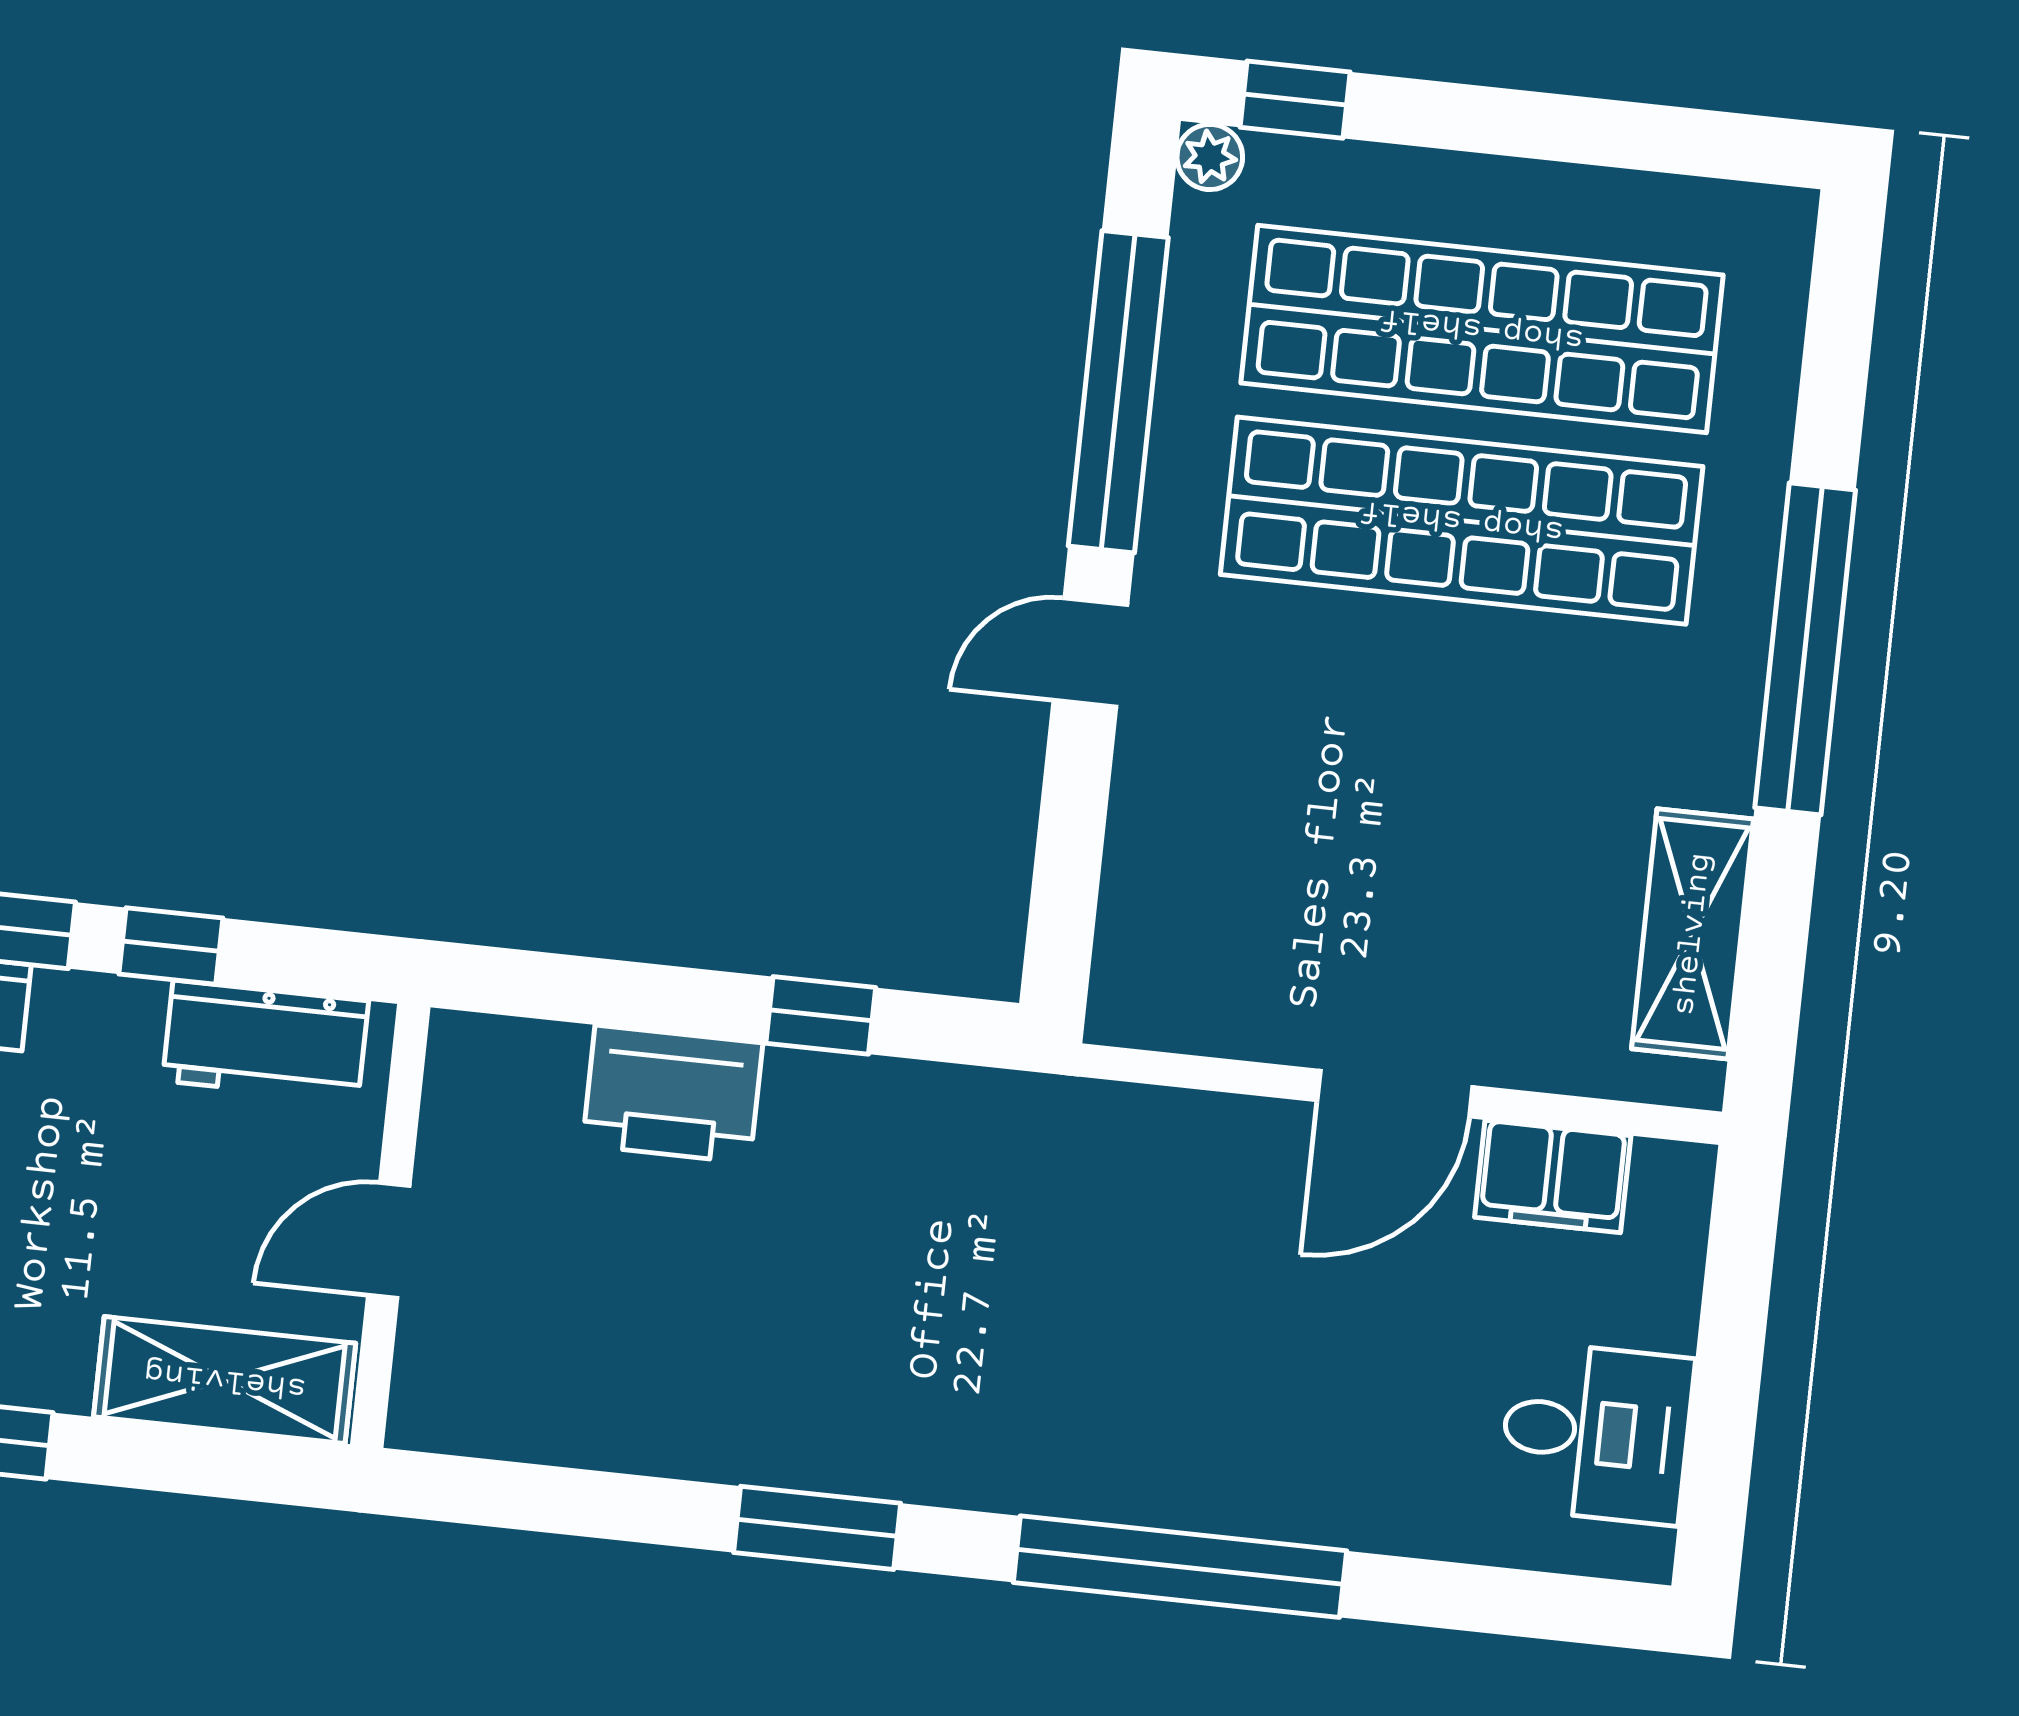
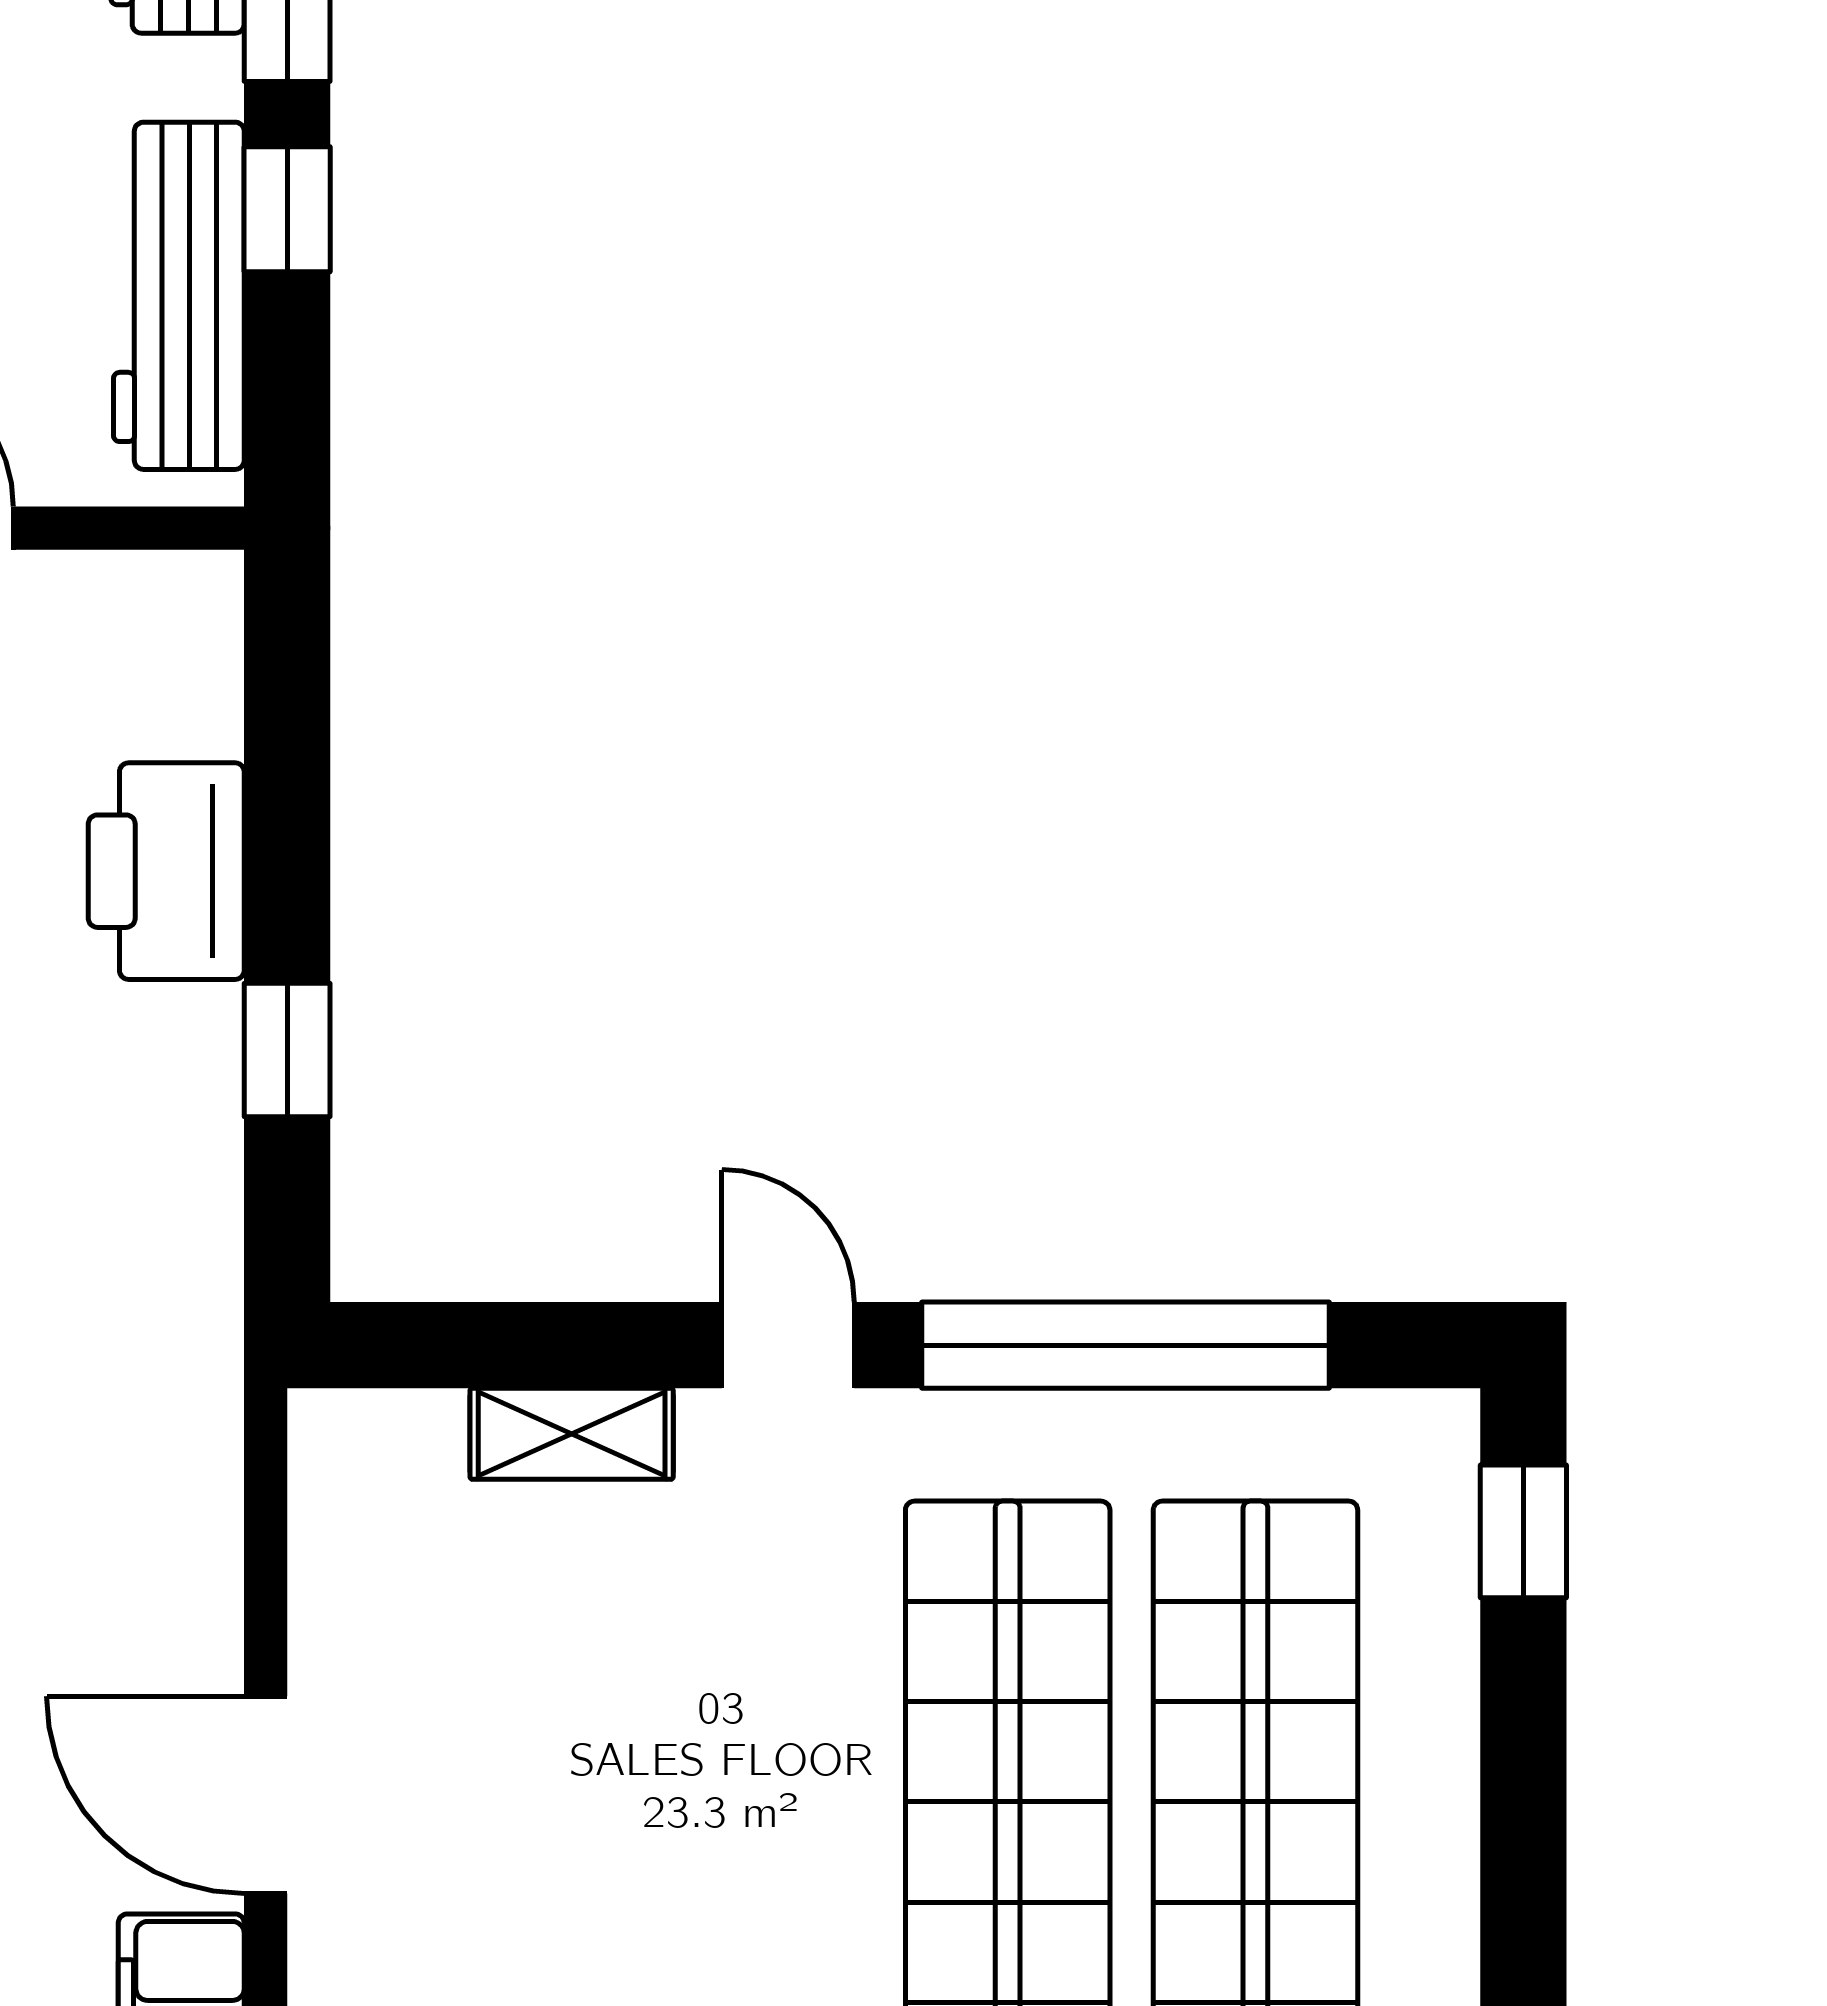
plant: (1210, 157) -> (1438, 1430), removed
shelving: (1141, 827) -> (572, 1434), added
workbench: (265, 1041) -> (179, 296), width x1.38

